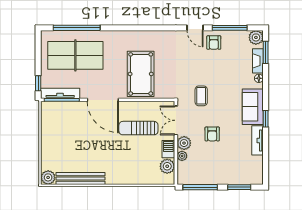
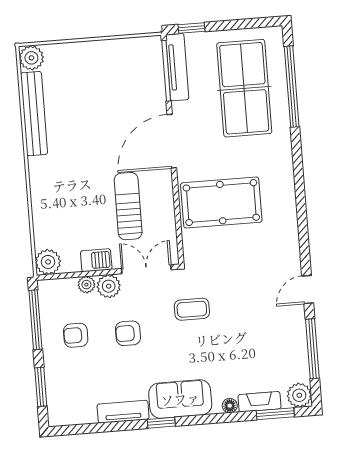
armchair: (214, 43) -> (76, 335), moved
plant: (167, 166) -> (48, 262), moved

